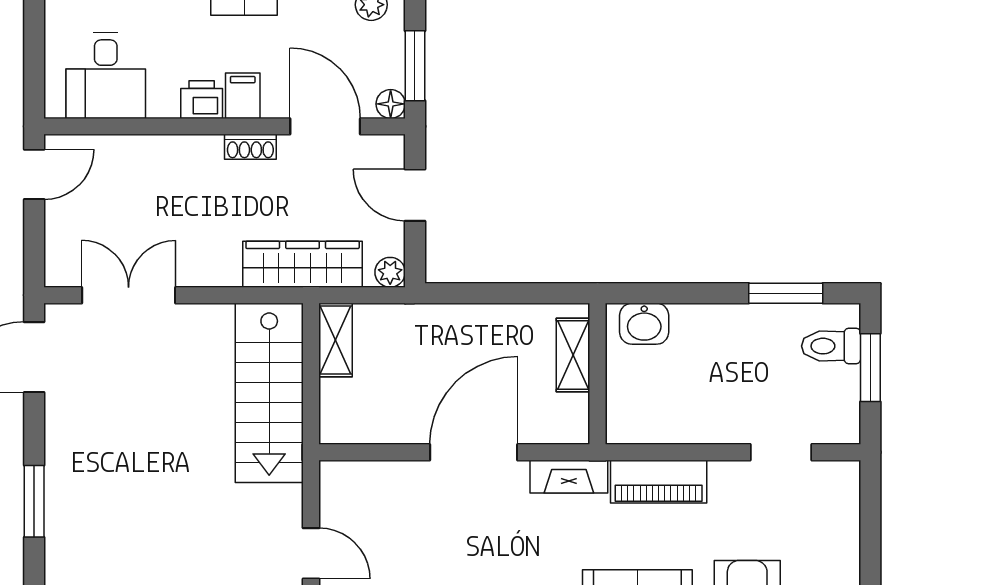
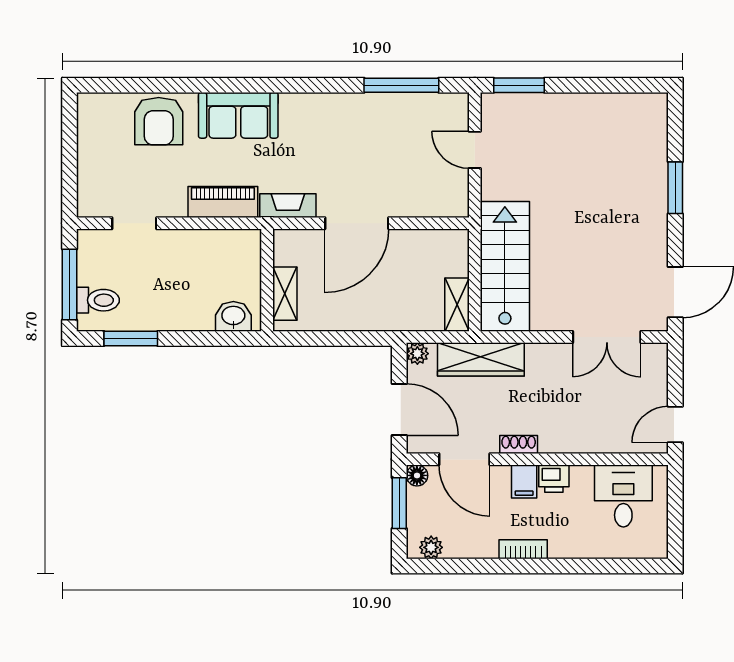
door: (415, 195) -> (399, 409), width x1.38
window: (870, 368) -> (69, 285), width x1.44

